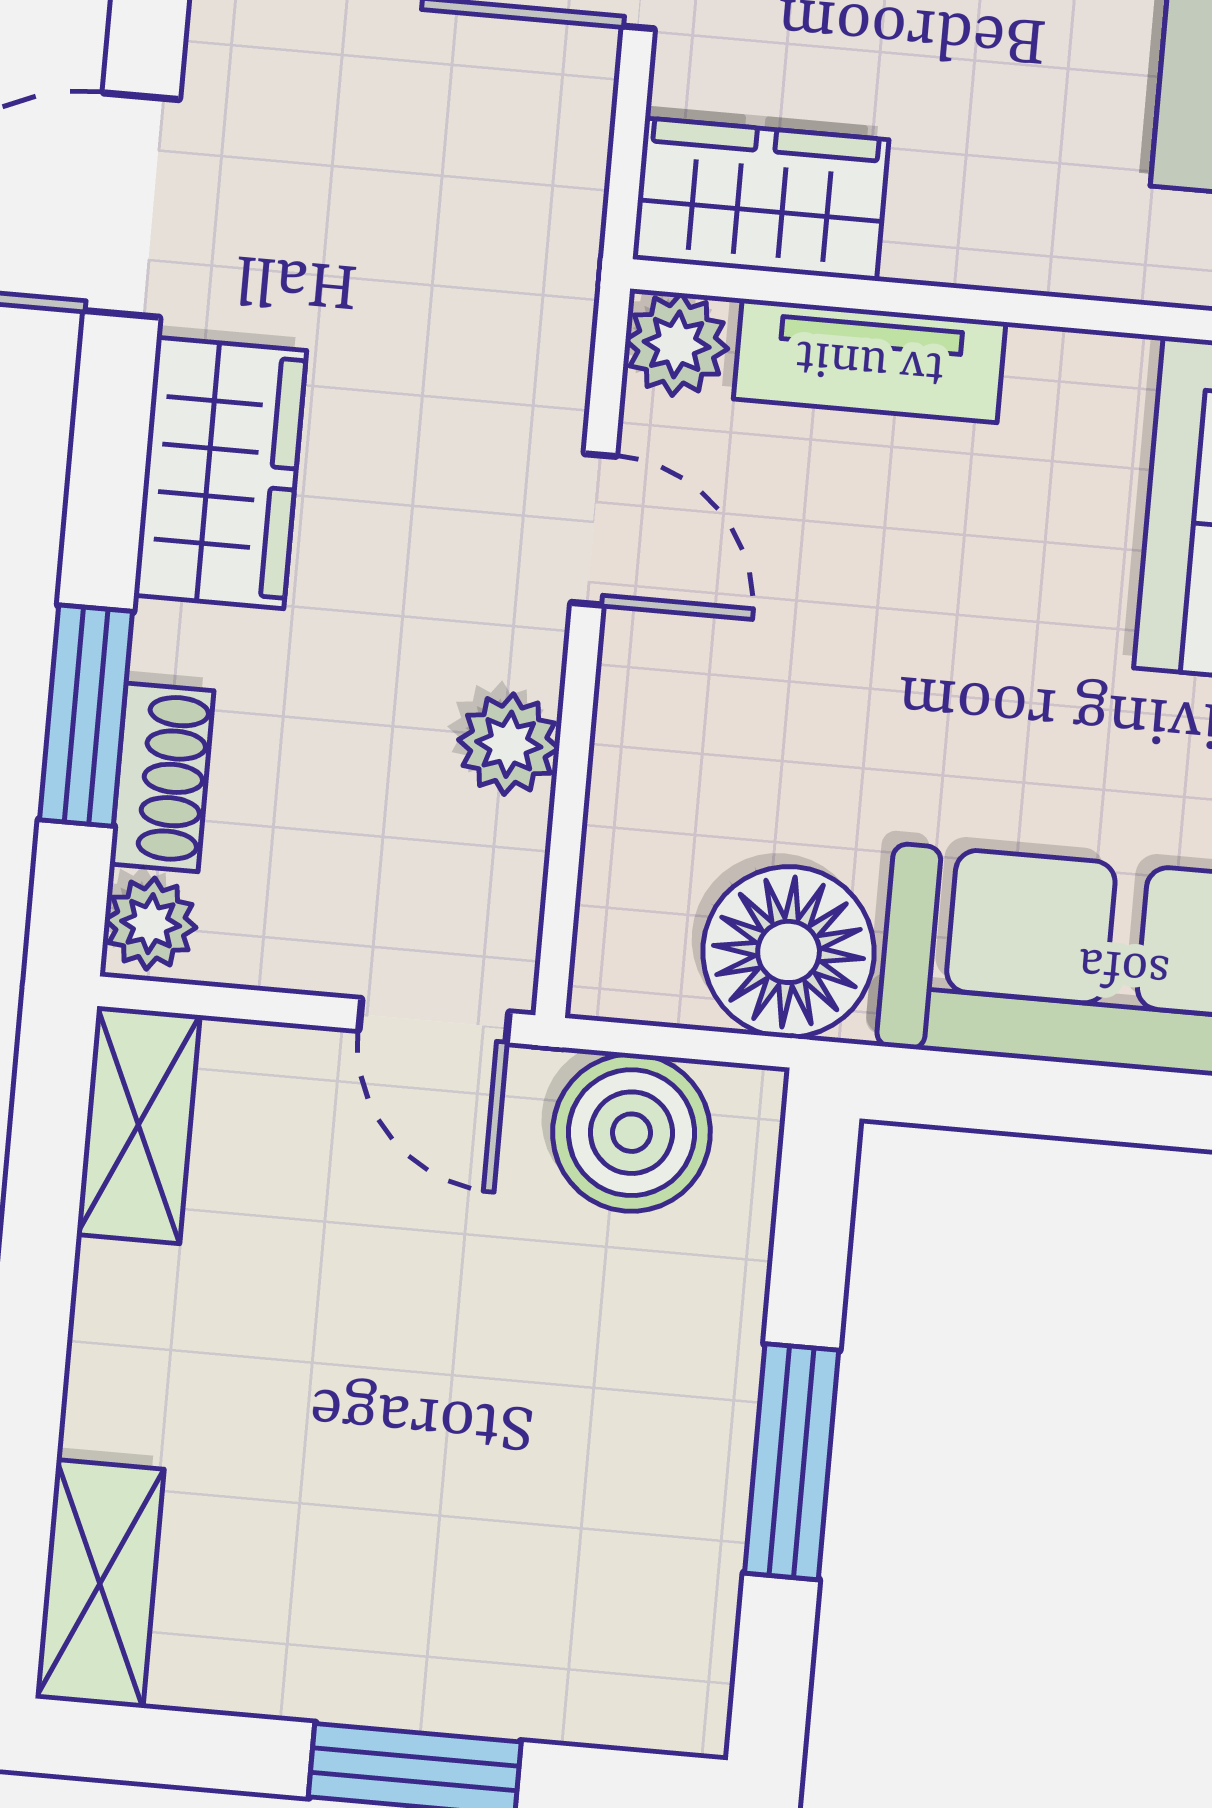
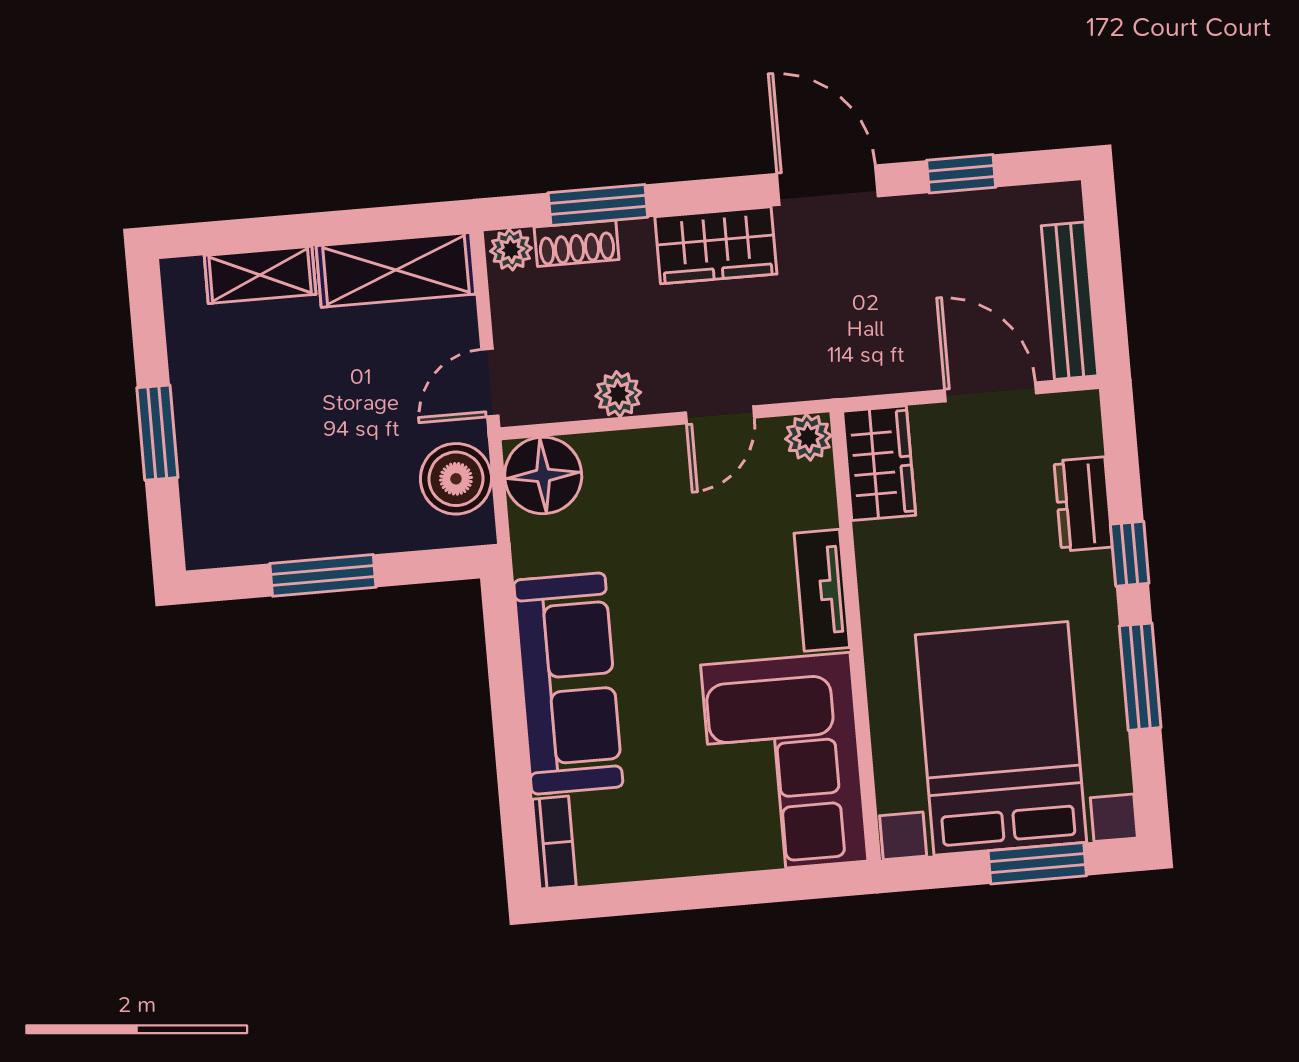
tv unit: (870, 361) -> (822, 590), moved
floor lamp: (789, 952) -> (543, 475), moved
shelving: (138, 1125) -> (396, 270), width x1.50, depth x1.33
shelving: (100, 1584) -> (260, 275), moved

